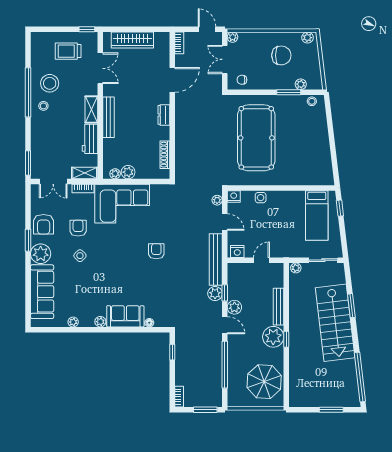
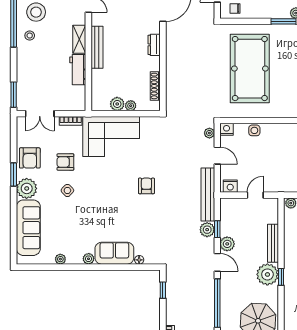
shelving: (85, 173) -> (72, 105), removed
plant: (115, 174) -> (131, 106), moved
armchair: (78, 228) -> (65, 162), turned -90

